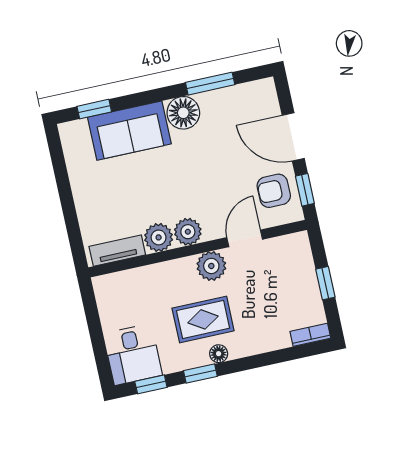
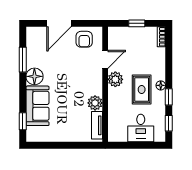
window: (305, 190) -> (87, 23), removed
plant: (188, 232) -> (95, 87), removed
door: (245, 238) -> (105, 59), swing flipped
desk: (133, 354) -> (141, 128), moved, turned 90

